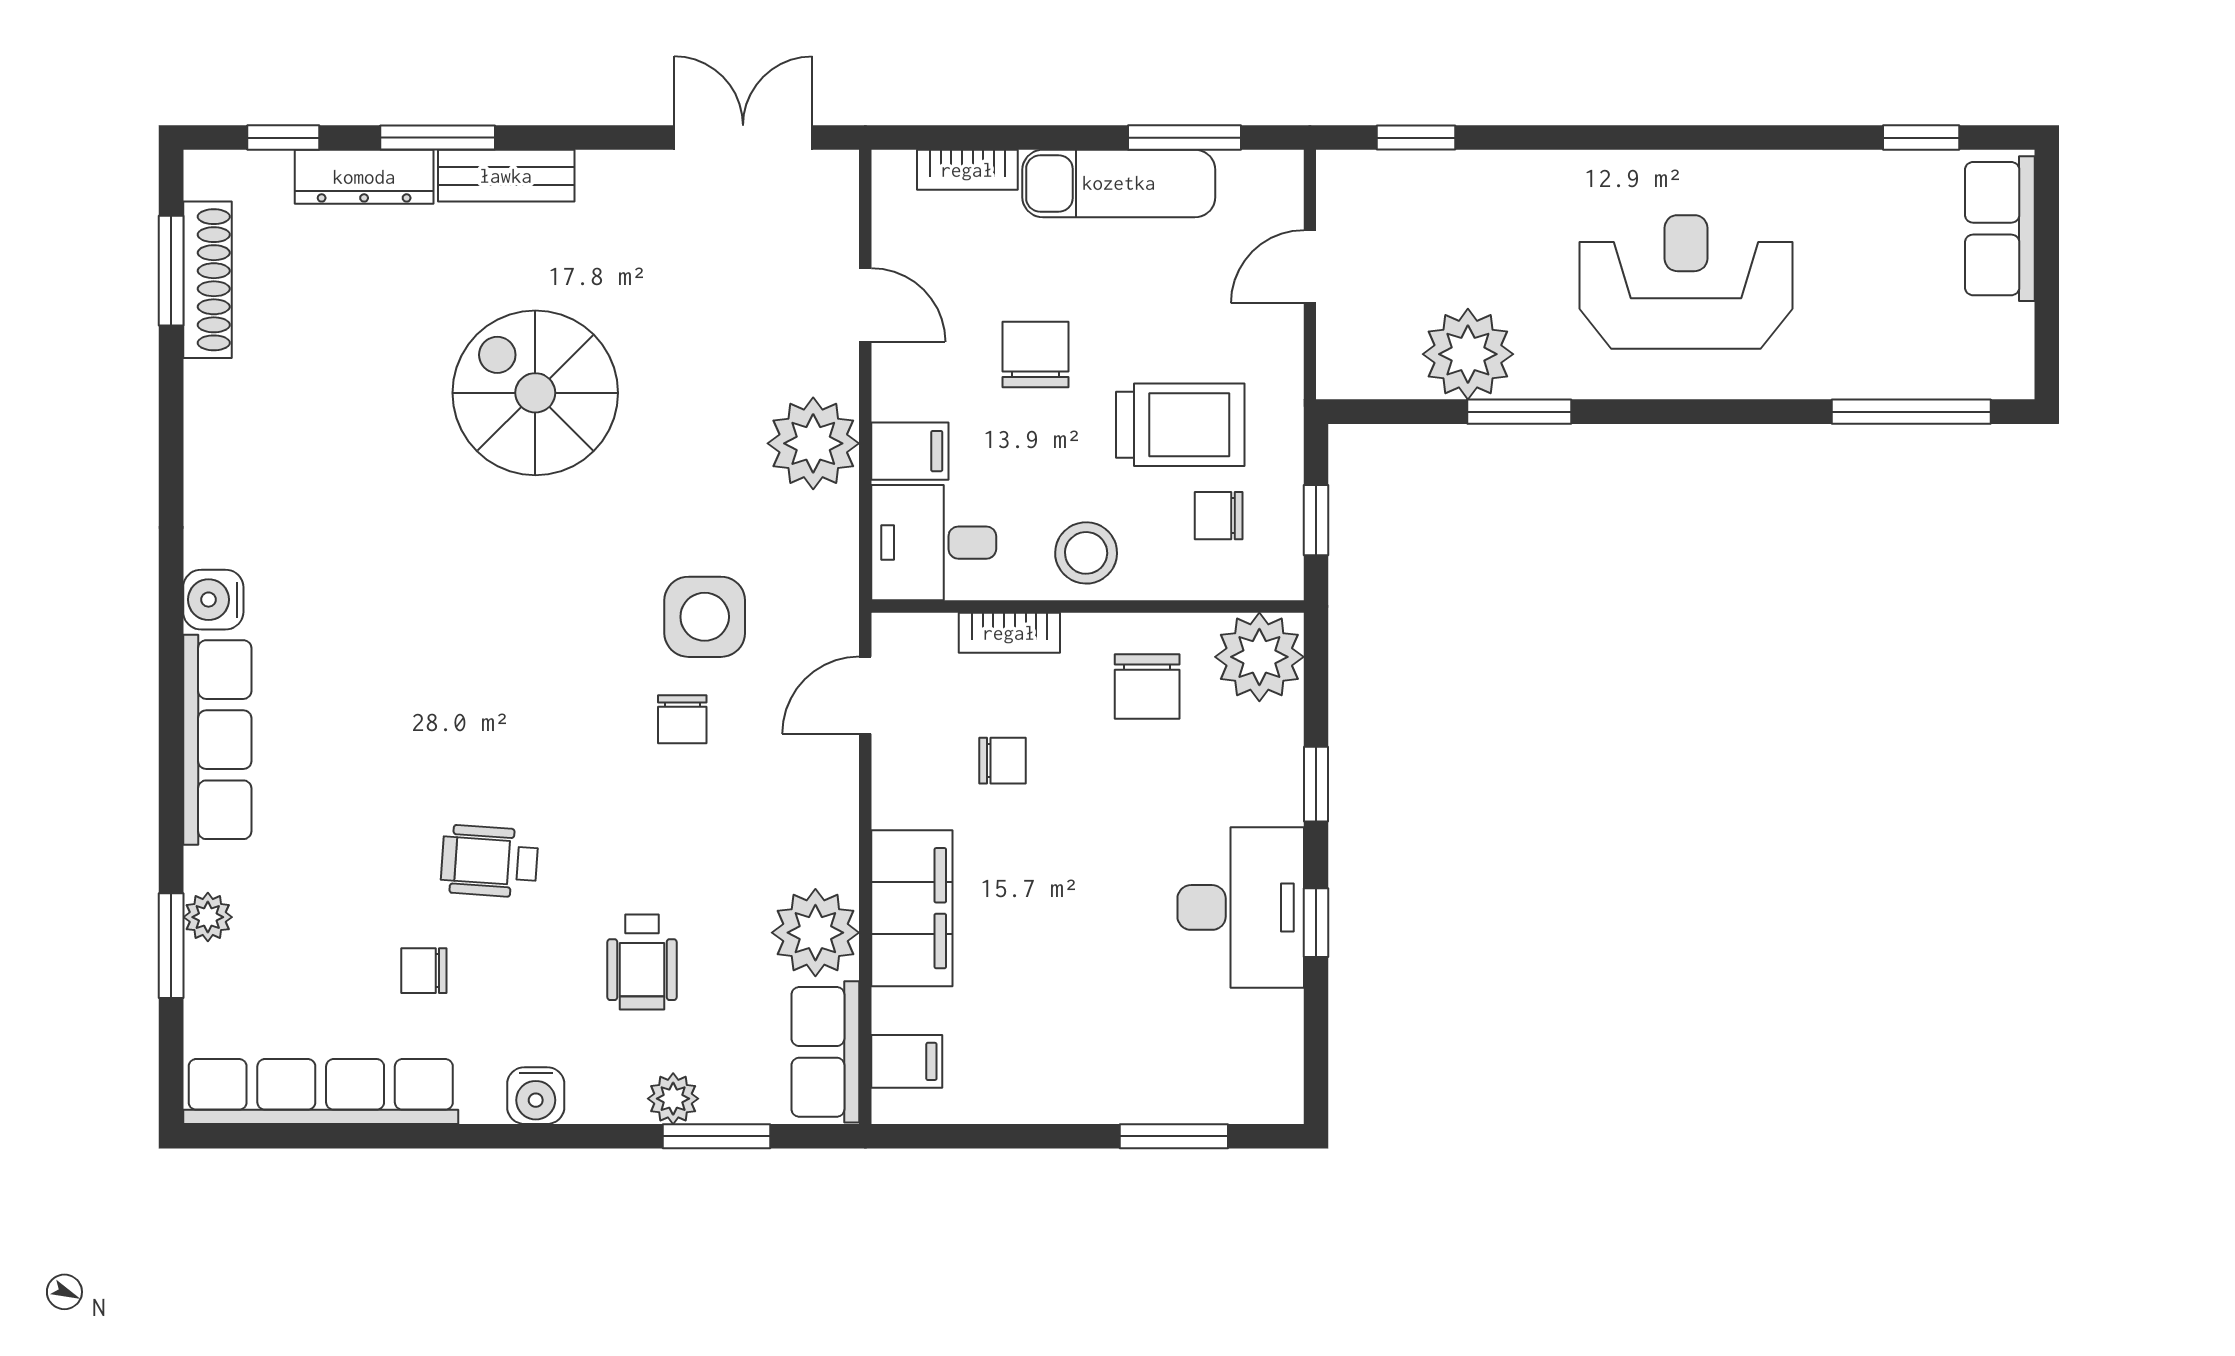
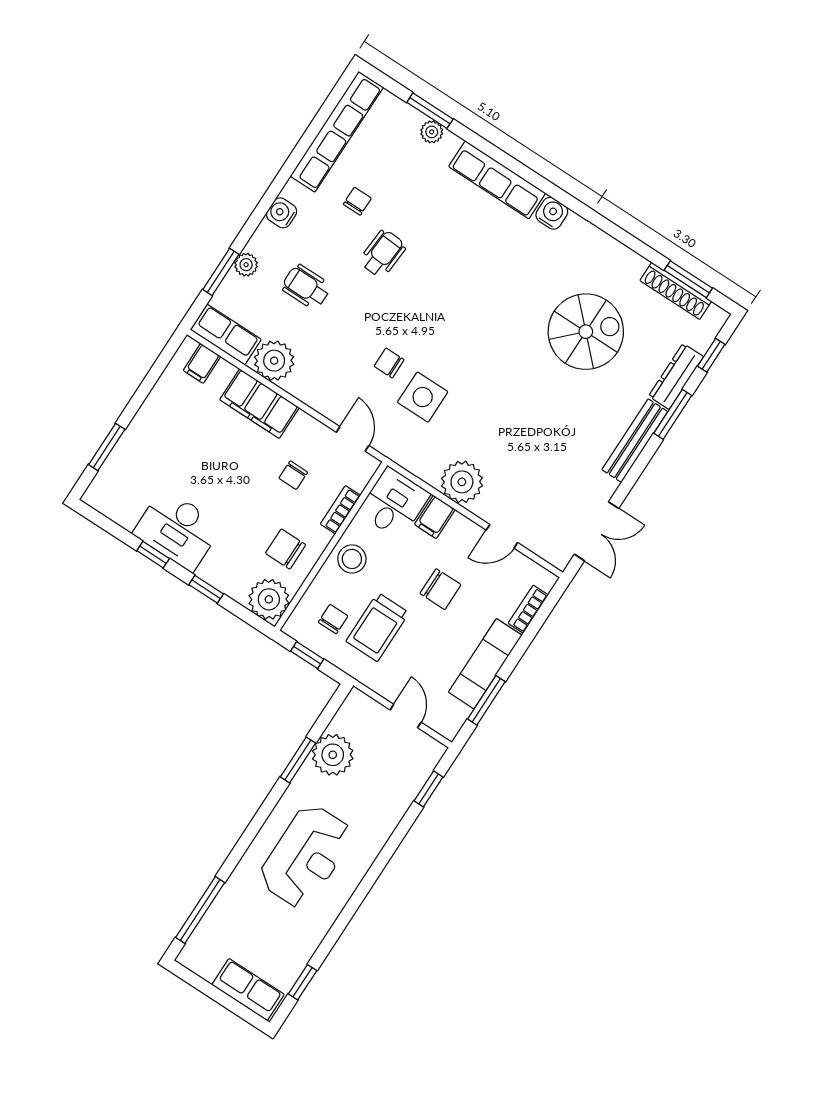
bench: (506, 176) -> (635, 441), width x1.36
spiral stairs: (535, 393) -> (586, 332), moved

